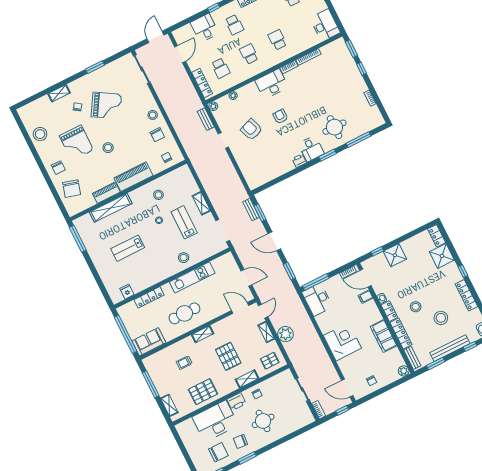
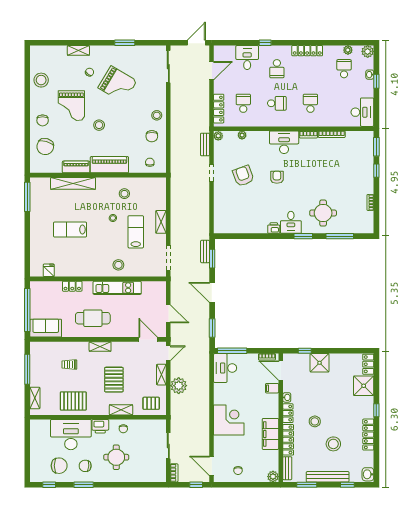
school desk: (249, 54) -> (277, 103), turned 90
school desk: (221, 68) -> (243, 103), turned 180
locker: (149, 297) -> (72, 286), width x0.66

